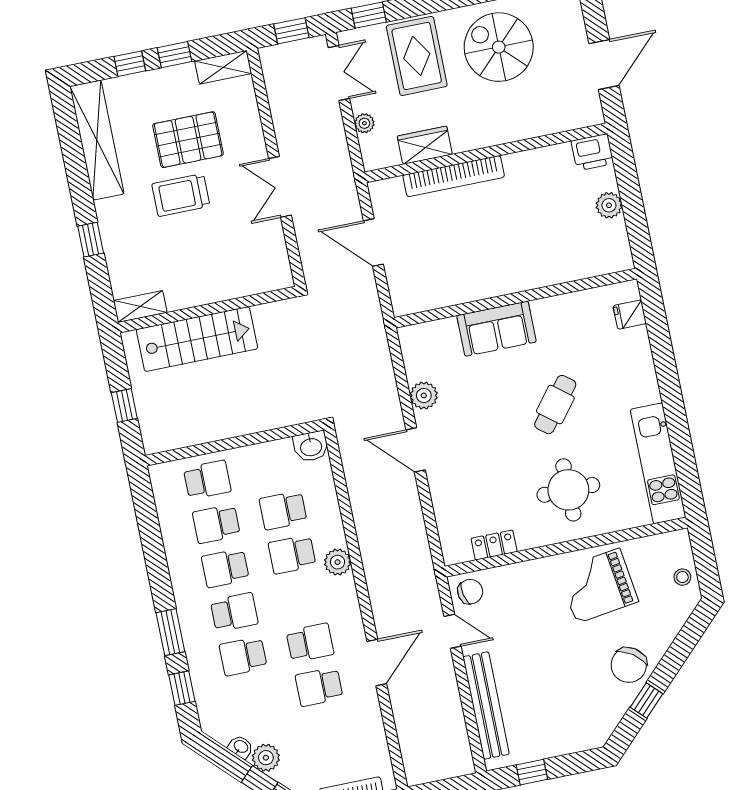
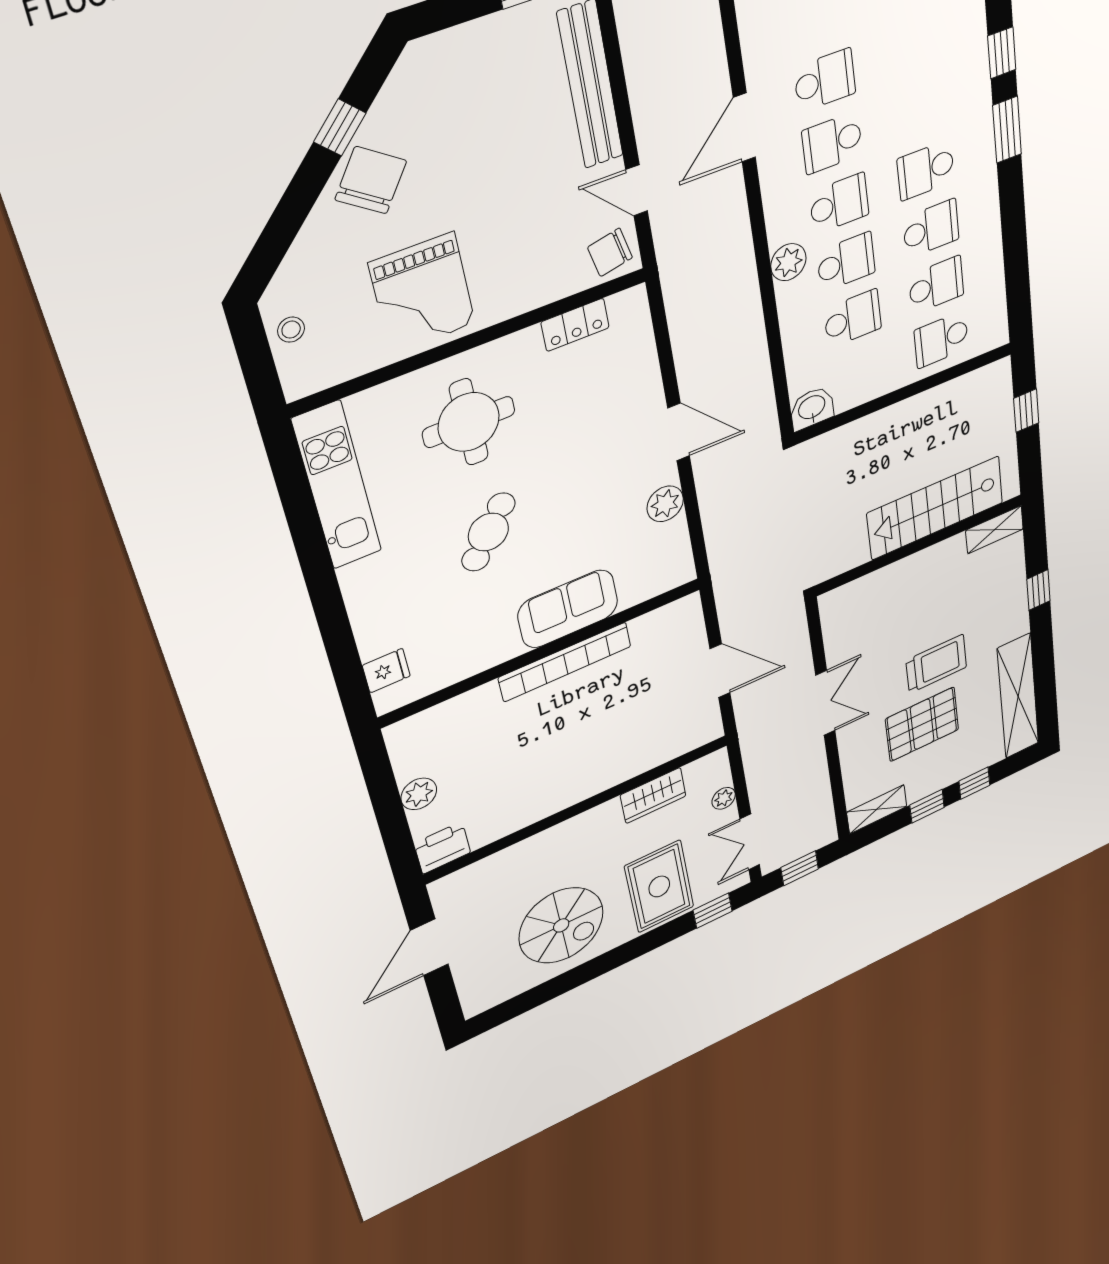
bookcase: (454, 176) -> (565, 662), moved, turned 180
grand piano: (598, 586) -> (422, 294), turned 98
school desk: (243, 656) -> (839, 203), moved

